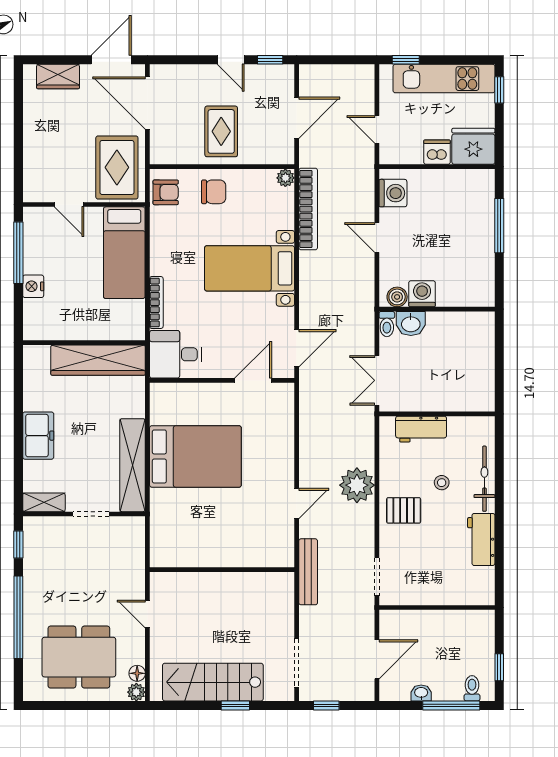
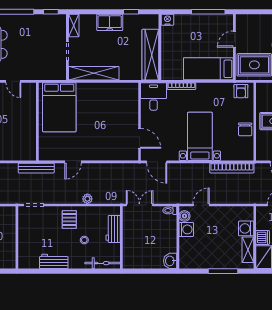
plant: (285, 178) -> (249, 156), removed
shelving: (460, 180) -> (248, 250), added
chair: (214, 192) -> (245, 129), moved
washing machine: (393, 193) -> (246, 228), moved, turned 90
door: (377, 238) -> (201, 205), moved
nightstand: (33, 286) -> (167, 20), moved
washbasin: (411, 324) -> (170, 261), moved
window: (18, 396) -> (131, 12), added
bed: (195, 456) -> (59, 107), moved
bicycle: (484, 479) -> (103, 263), moved
plant: (357, 485) -> (87, 199), width x0.53, depth x0.53
door: (297, 504) -> (73, 162), hinge flipped
door: (147, 614) -> (13, 81), swing flipped

